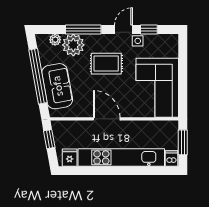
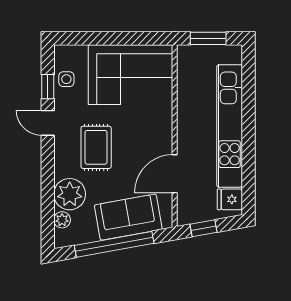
window: (83, 30) -> (48, 180), removed
side table: (138, 41) -> (66, 79), moved
door: (107, 119) -> (175, 174), moved
dishwasher: (172, 159) -> (231, 54), removed

